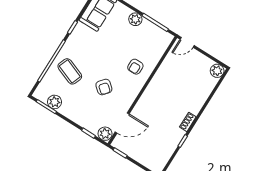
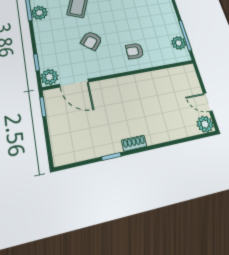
plant: (135, 19) -> (179, 43), moved
door: (187, 42) -> (208, 102), moved

